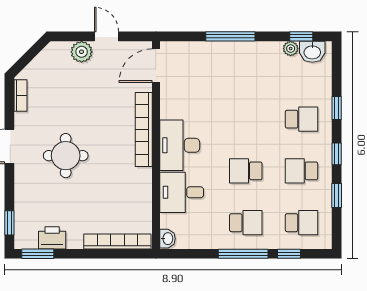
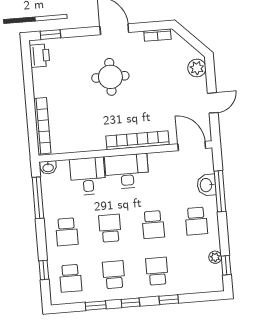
window: (230, 36) -> (220, 191), moved
plant: (82, 52) -> (197, 68), moved
washbasin: (312, 52) -> (207, 185), moved
school desk: (246, 67) -> (196, 221), added
school desk: (246, 119) -> (153, 225), added
school desk: (301, 119) -> (157, 271), turned 180
printer: (52, 238) -> (40, 56), moved
window: (38, 254) -> (27, 60), removed
window: (243, 254) -> (38, 198), moved

